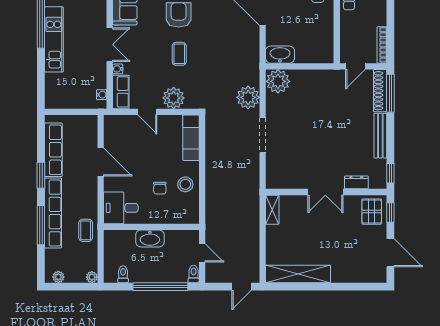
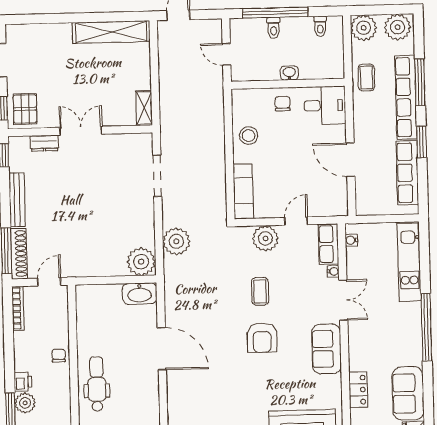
kitchen unit: (54, 39) -> (409, 262), moved
double door: (110, 45) -> (343, 300), swing flipped
door: (147, 112) -> (296, 221), hinge flipped
doorway: (263, 135) -> (157, 176), moved
chair: (160, 188) -> (283, 104), moved
washbasin: (150, 238) -> (289, 73), width x0.52, depth x0.69
toilet: (194, 274) -> (274, 28), moved
plant: (58, 277) -> (398, 27), width x1.88, depth x1.88
plant: (92, 277) -> (364, 28), width x1.88, depth x1.88

